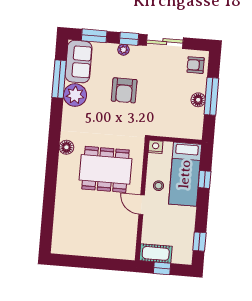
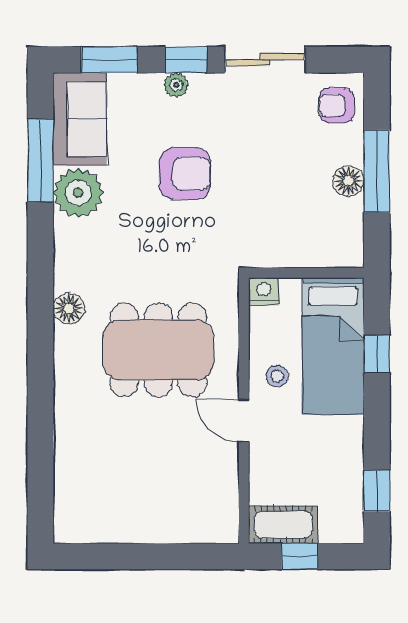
armchair: (124, 90) -> (185, 174), turned -90

